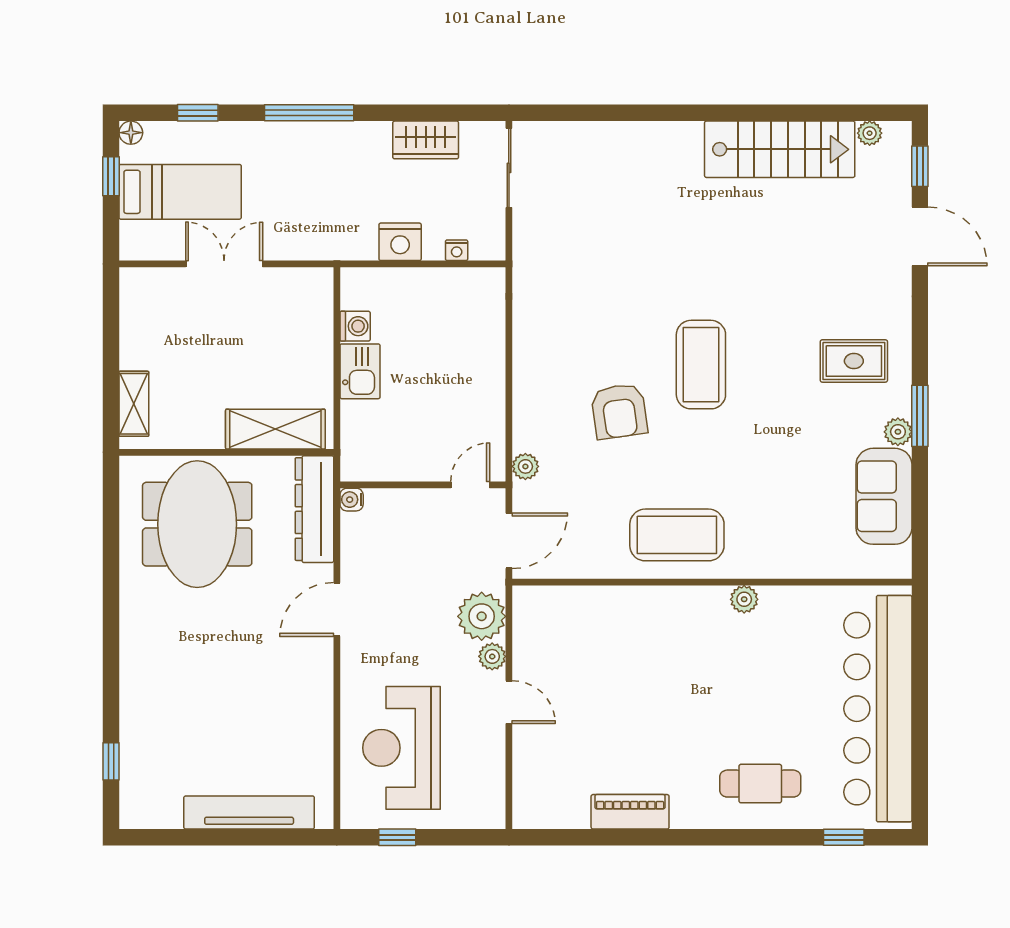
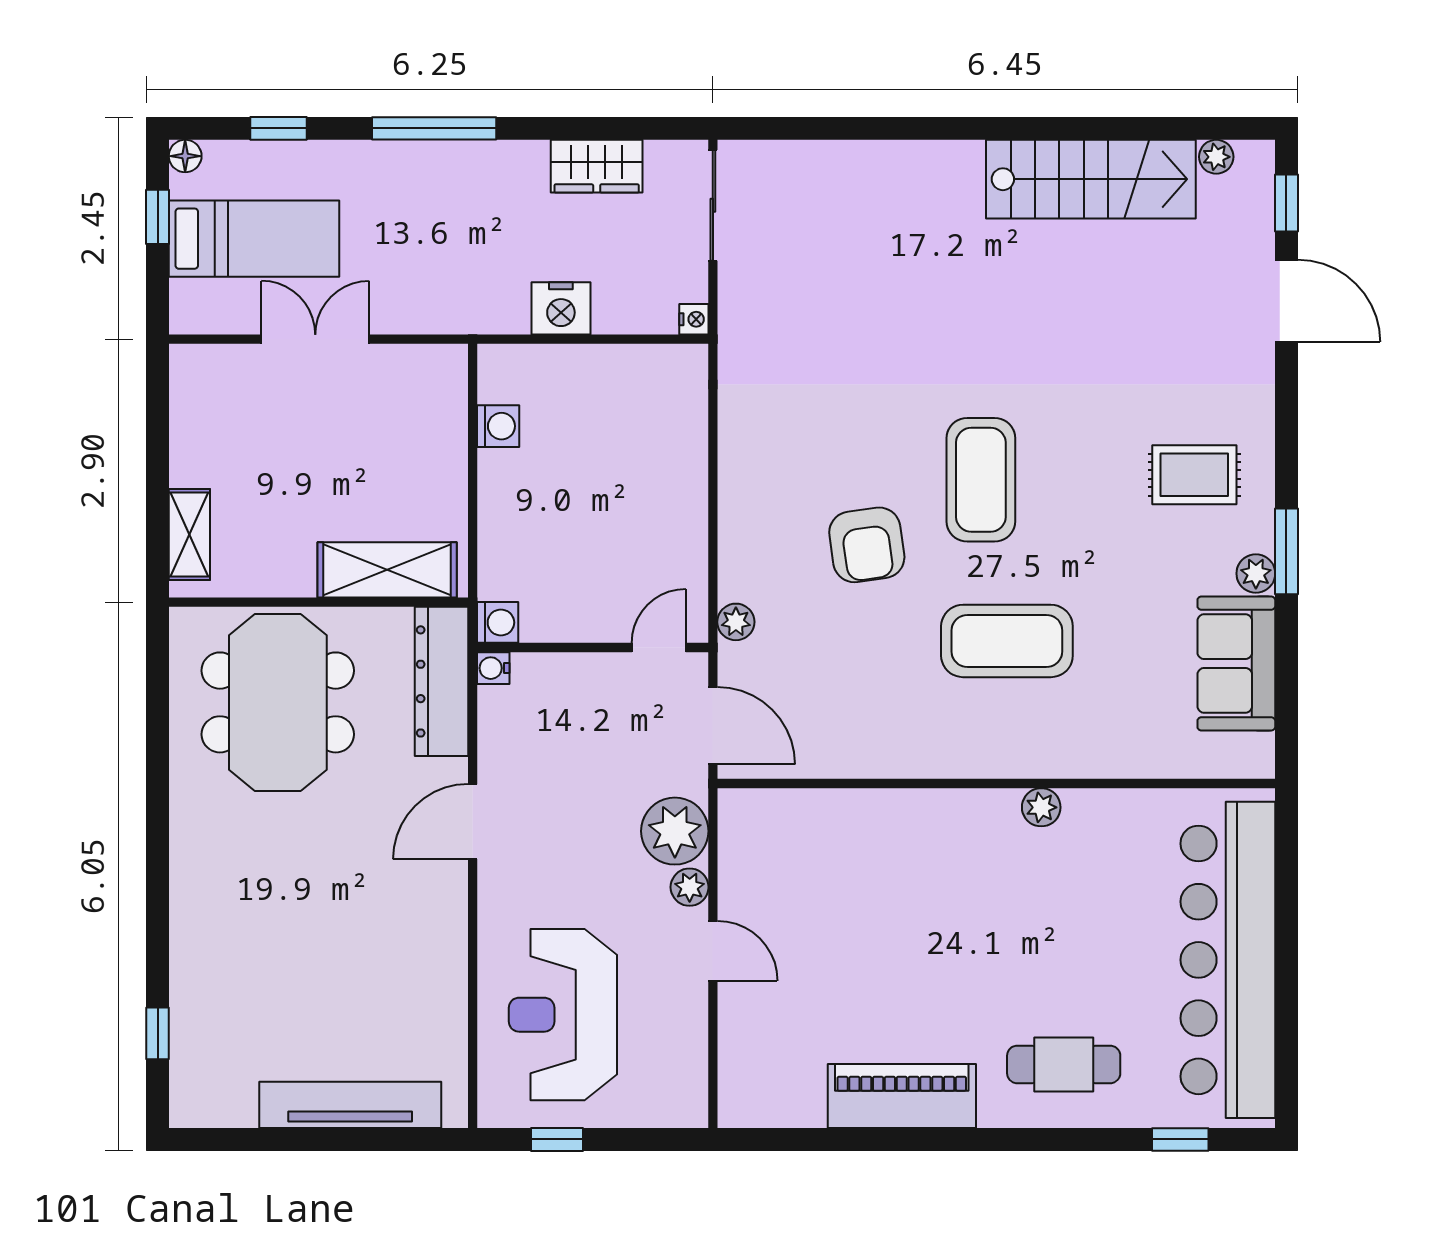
nightstand: (457, 250) -> (694, 319), moved, turned -90
kitchen sink: (360, 371) -> (505, 489), removed
washing machine: (355, 467) -> (498, 622), added
coffee table: (677, 535) -> (1007, 641), moved
door: (509, 541) -> (713, 726), hinge flipped
piano: (630, 812) -> (902, 1096), width x1.37, depth x1.33

